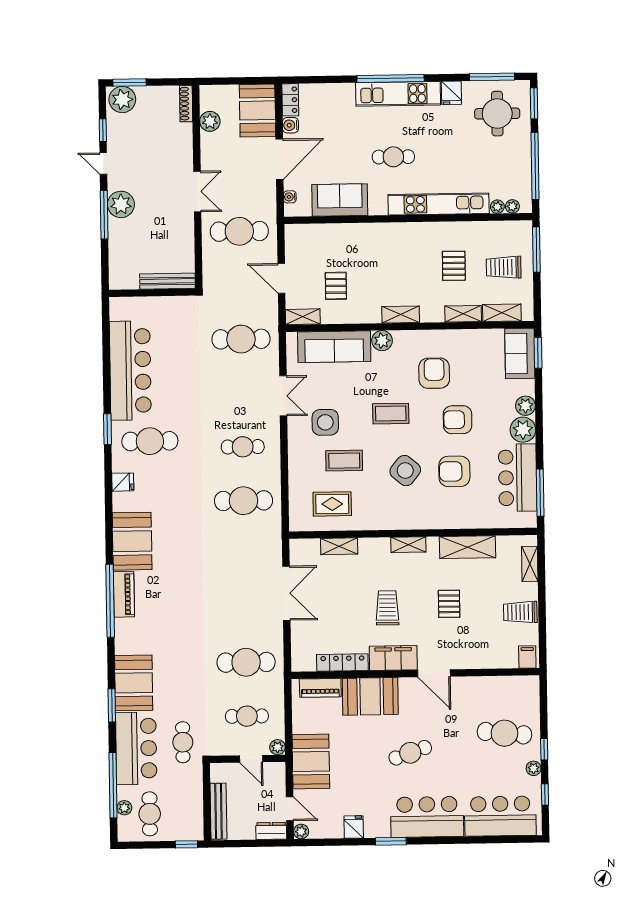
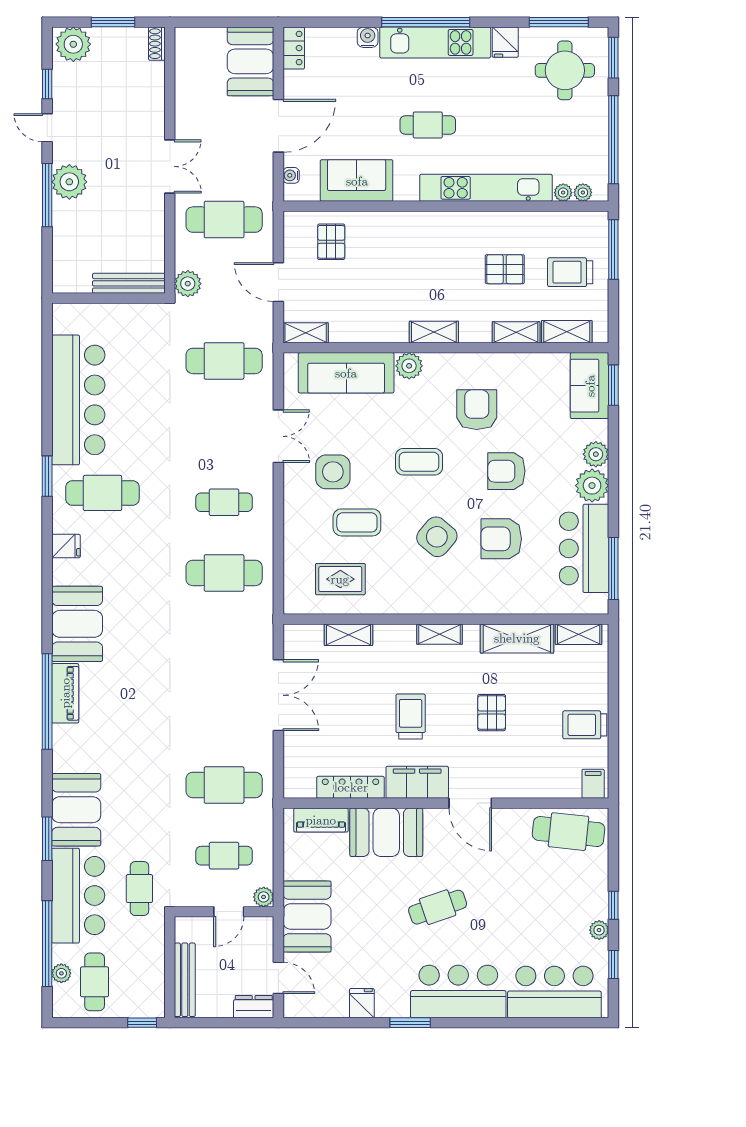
window: (130, 83) -> (113, 22), moved
shoe rack: (186, 104) -> (157, 44), width x0.70
plant: (210, 121) -> (188, 284), moved
water cooler: (290, 125) -> (368, 37), moved, turned 90
pallet: (454, 266) -> (505, 269), turned 90
pallet: (336, 286) -> (331, 242), moved
shelving: (530, 564) -> (579, 634), moved, turned 90
cafe table: (504, 733) -> (569, 832), moved
door: (251, 759) -> (229, 912), hinge flipped
plant: (301, 832) -> (293, 1008), removed

